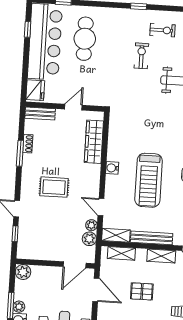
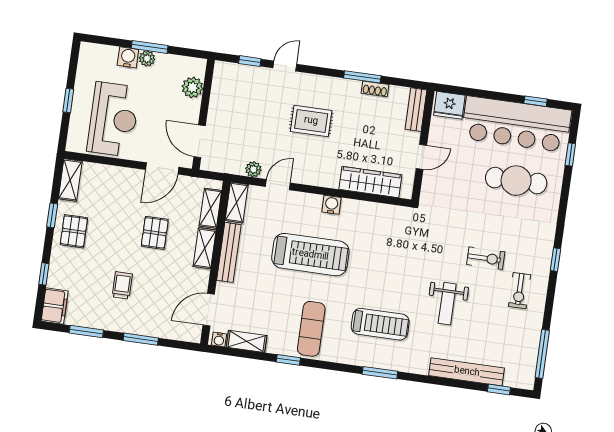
door: (73, 107) -> (421, 157), hinge flipped
treadmill: (149, 180) -> (310, 255), turned 180
rug: (54, 187) -> (311, 121), turned 90
plant: (89, 239) -> (235, 165), removed
shelving: (161, 256) -> (205, 248), moved
plant: (23, 272) -> (192, 87), moved

